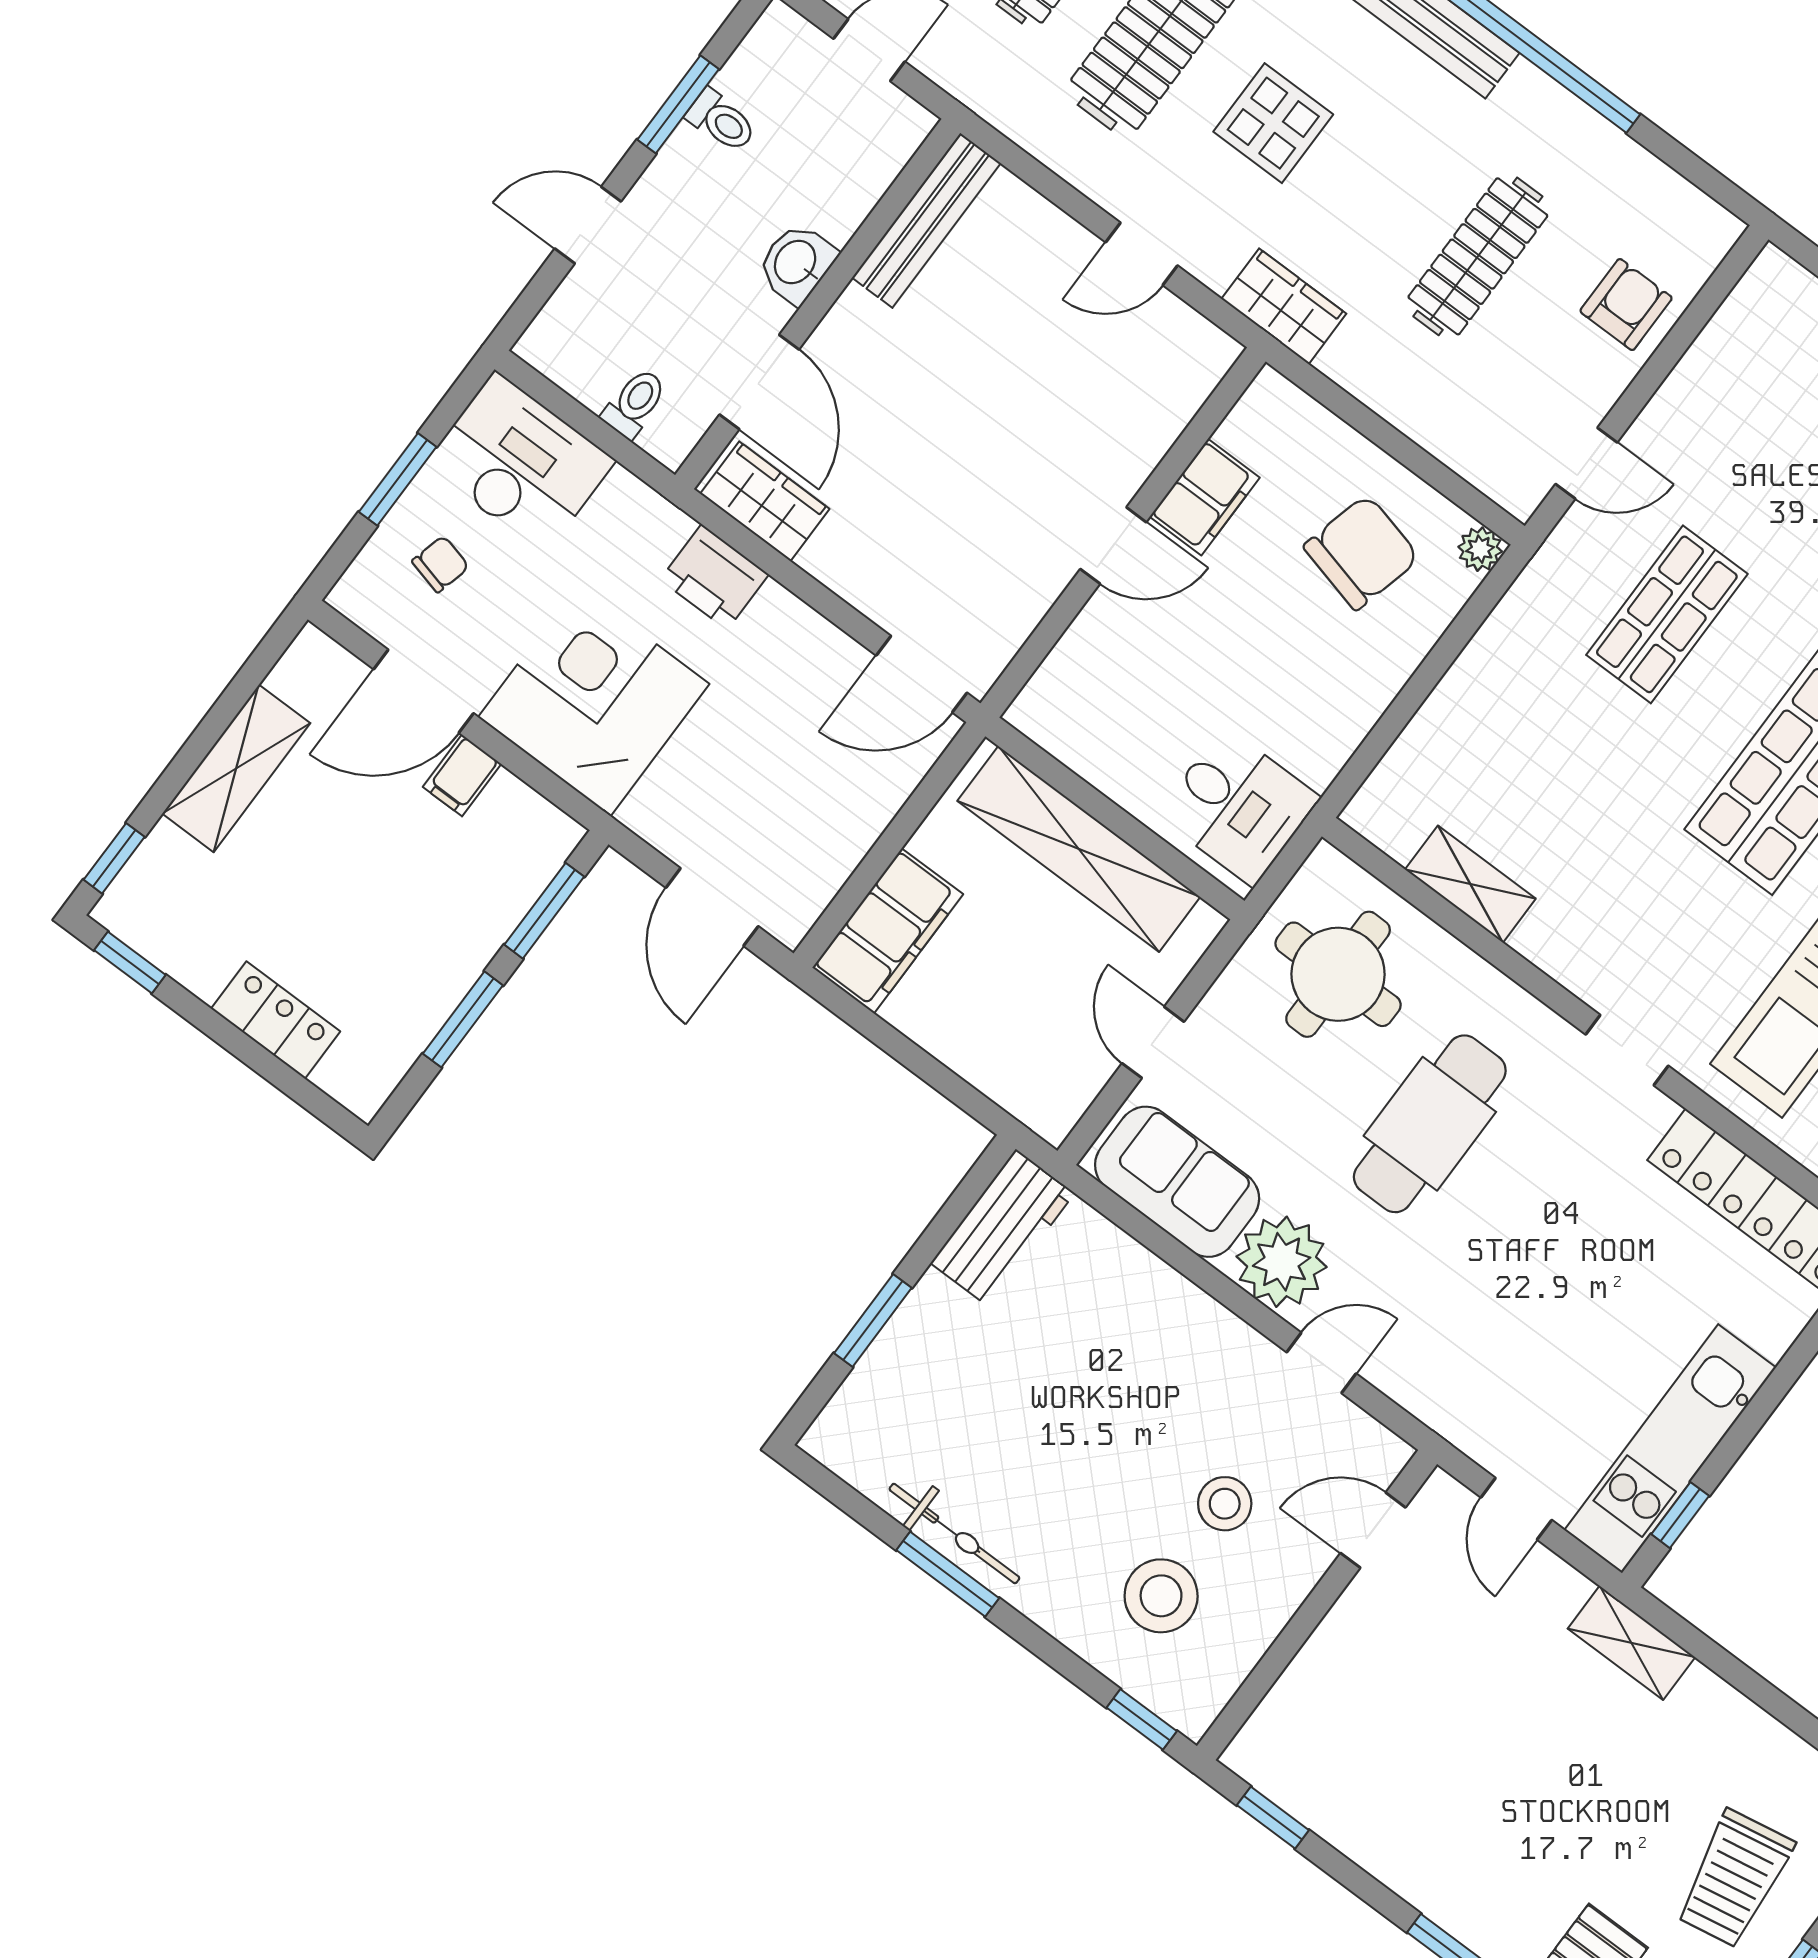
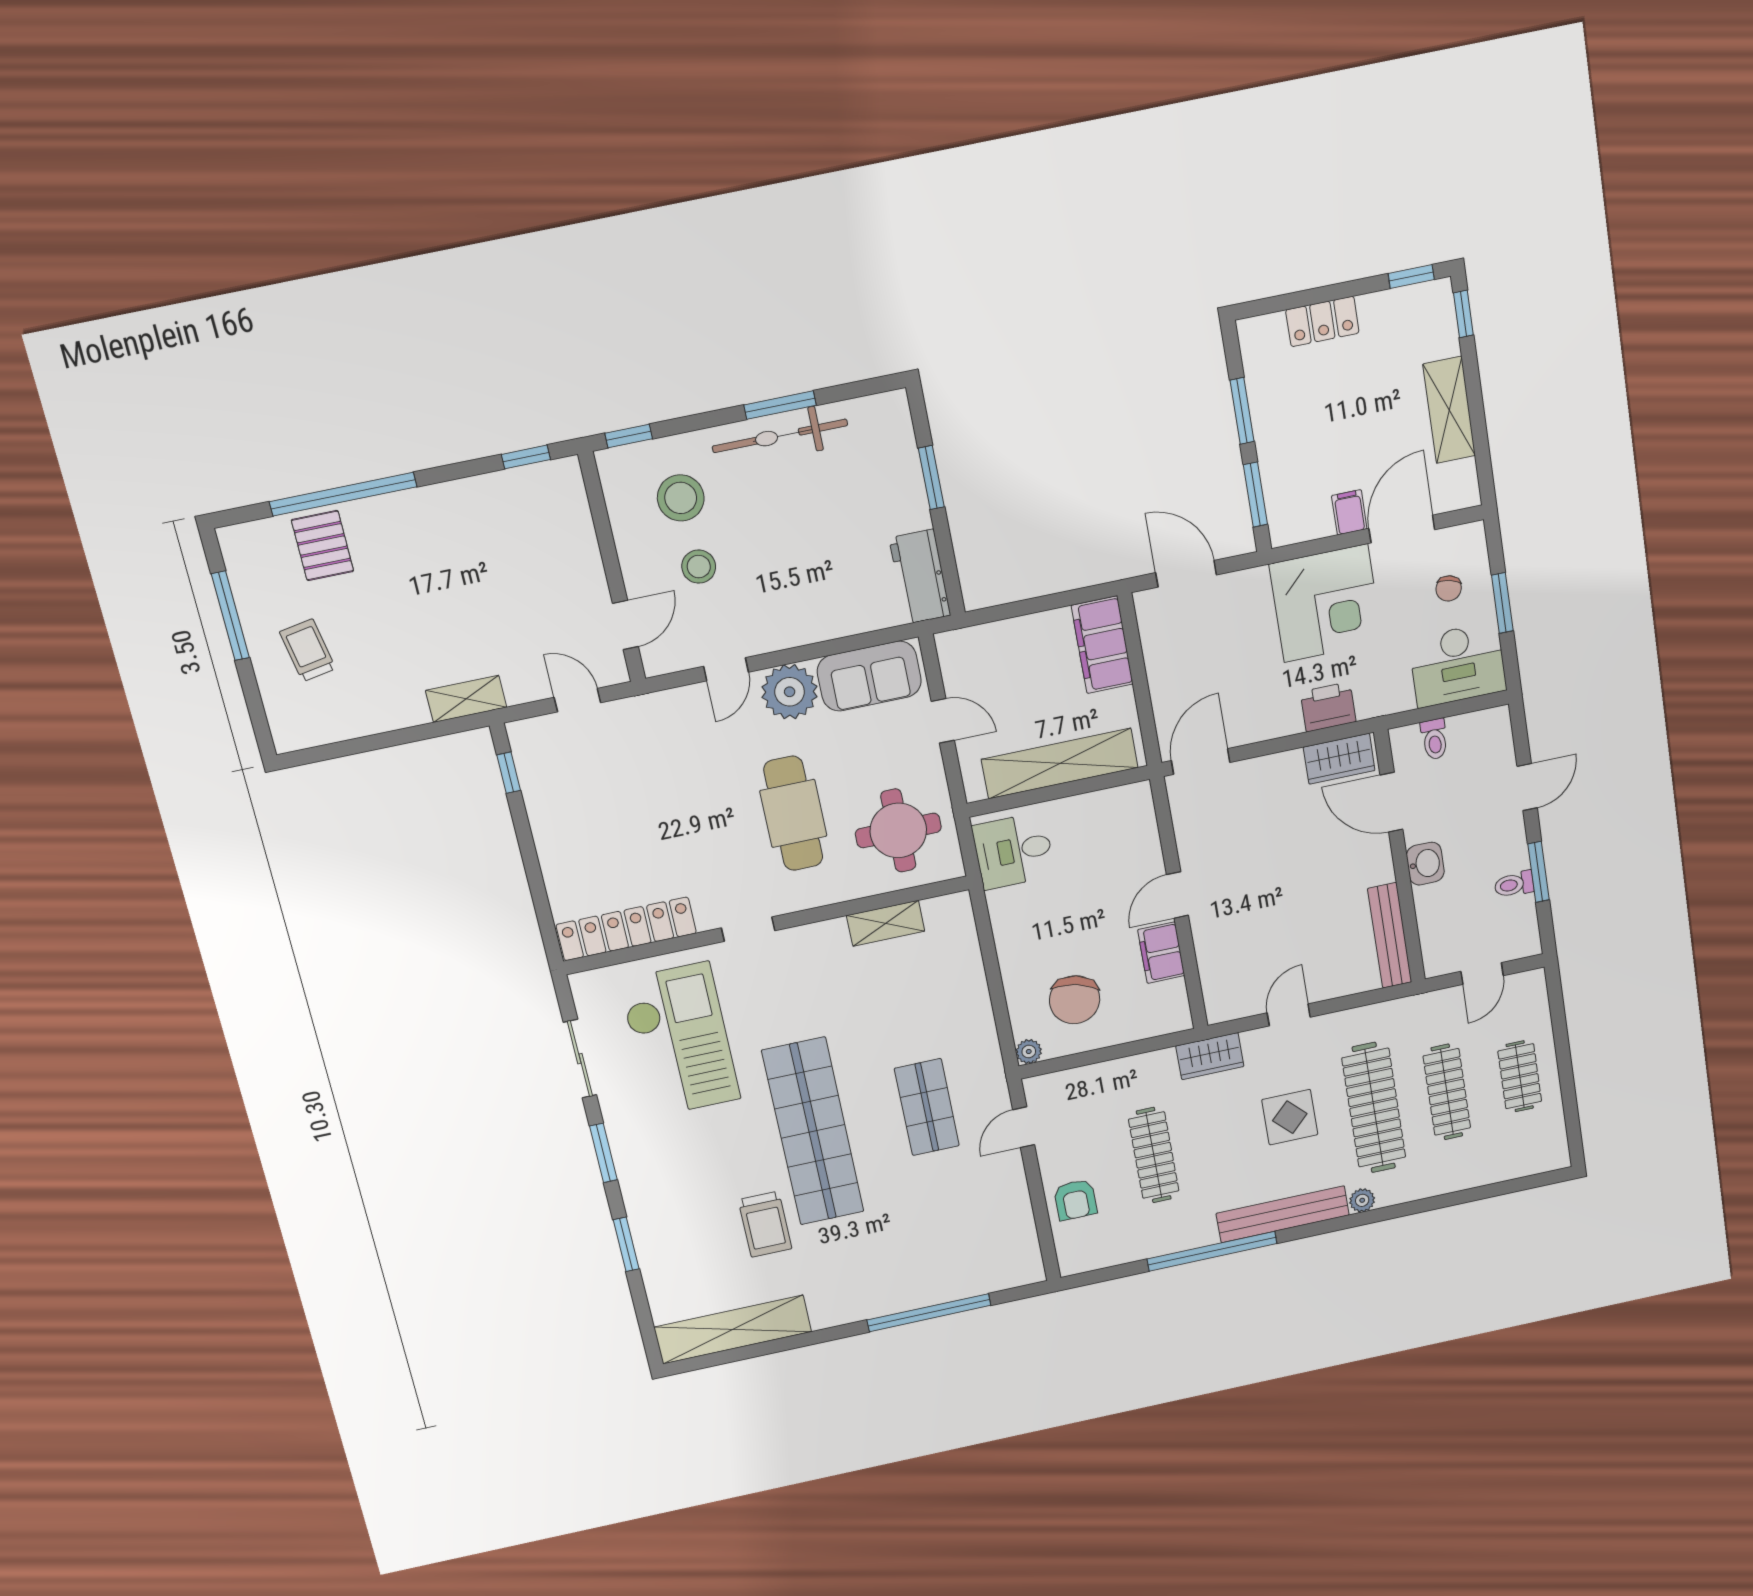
kitchen unit: (1670, 1449) -> (545, 794), removed
bicycle: (954, 1534) -> (780, 436), width x1.37, depth x1.40
trolley: (1734, 1879) -> (308, 650), width x0.73, depth x0.72

